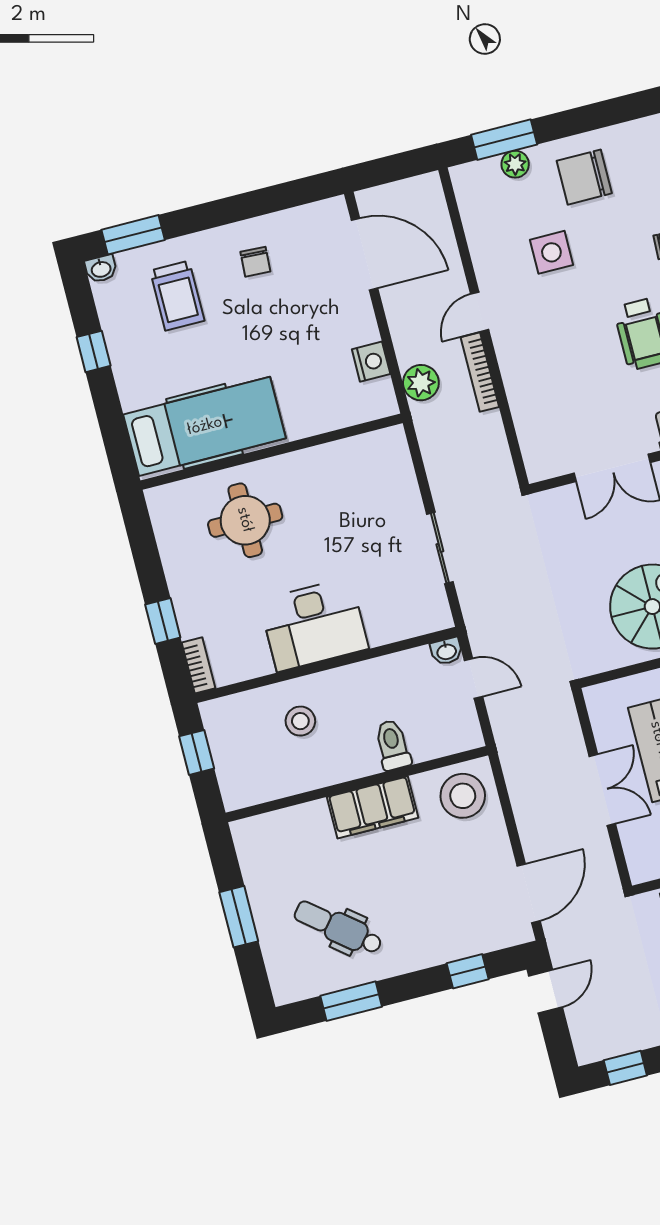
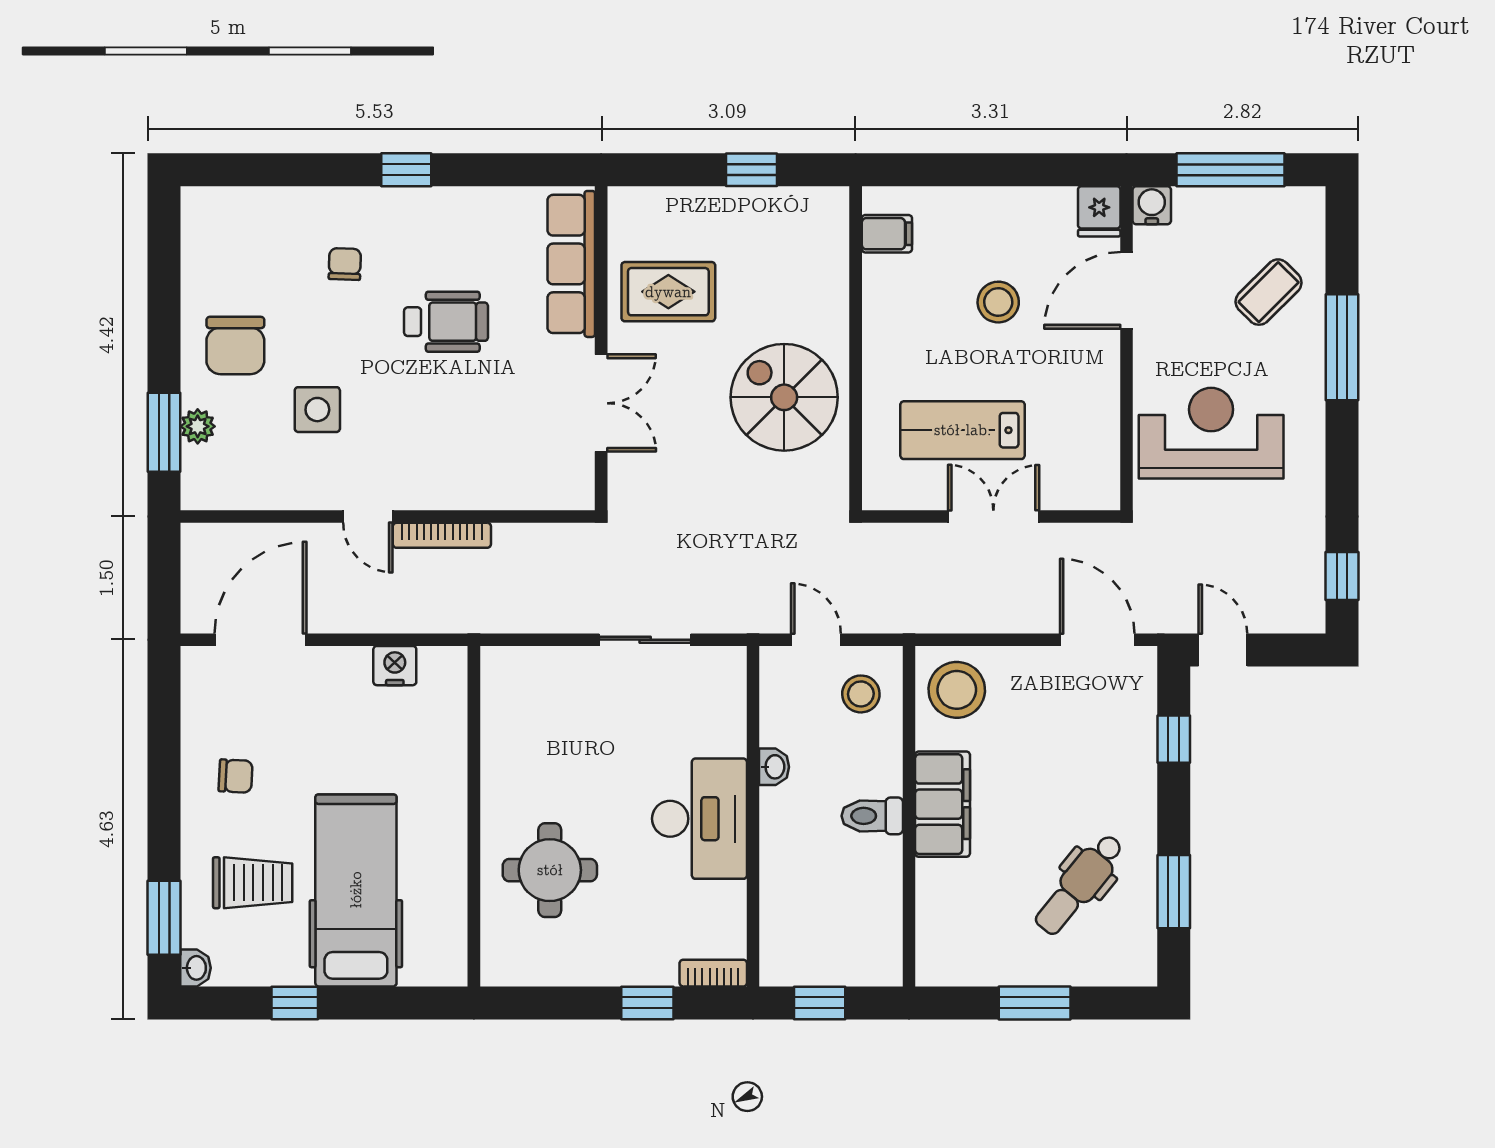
plant: (421, 383) -> (436, 611), removed
hospital bed: (205, 426) -> (356, 890), moved
washbasin: (446, 651) -> (774, 767), moved
door: (473, 678) -> (816, 640), hinge flipped
stool: (300, 721) -> (861, 694), moved
toilet: (393, 745) -> (872, 816), moved

